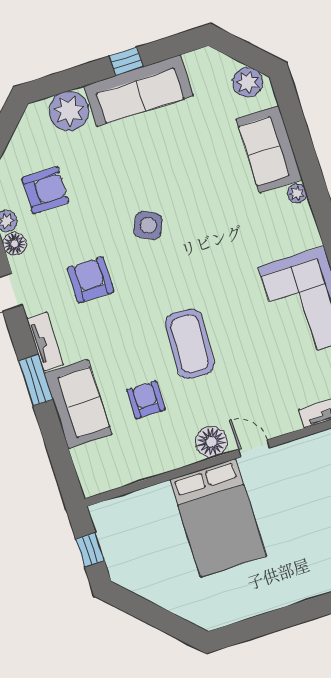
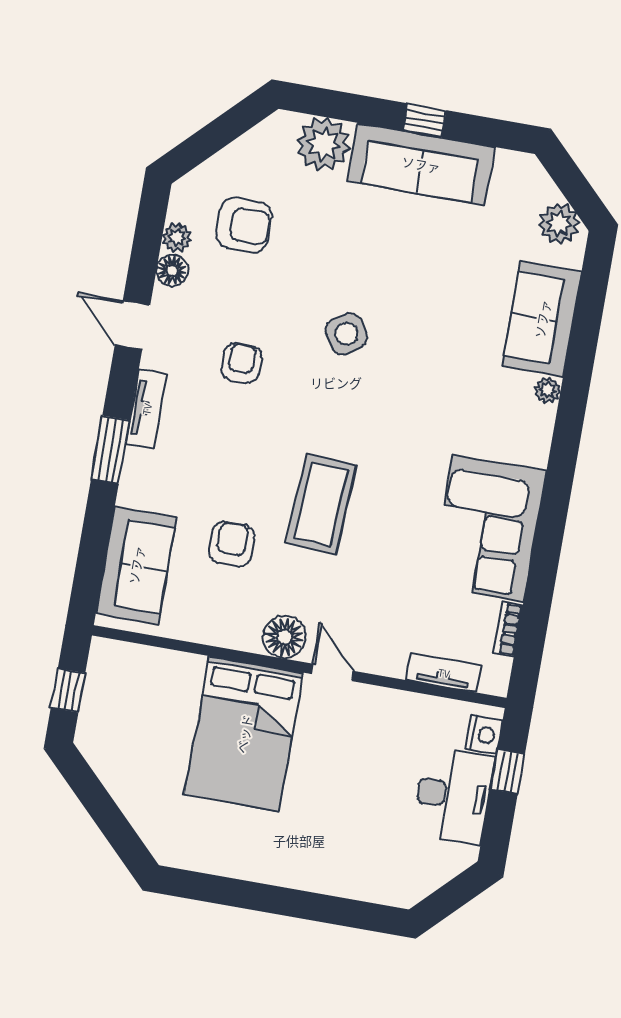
side table: (148, 225) -> (346, 334), turned 30
armchair: (91, 280) -> (241, 363), width x0.72, depth x0.72
sofa: (78, 404) -> (136, 565), moved

